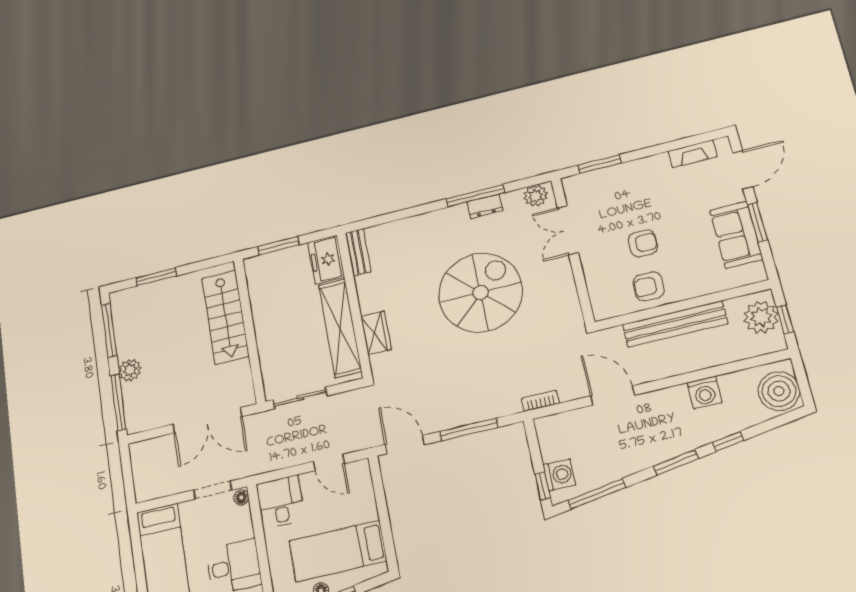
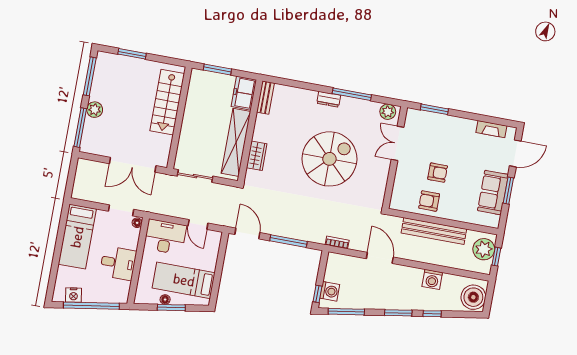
dresser: (485, 206) -> (329, 99), moved
desk: (280, 502) -> (165, 237), width x1.37

